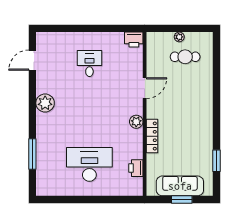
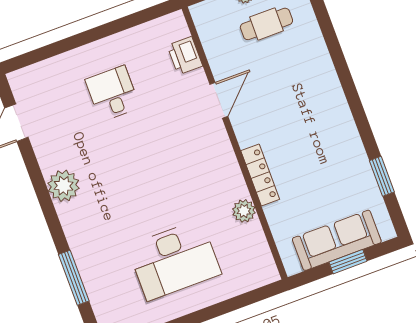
printer: (134, 39) -> (185, 56), moved, turned 90
plant: (136, 122) -> (244, 211), moved
desk: (89, 164) -> (174, 260), turned 180
printer: (136, 168) -> (253, 238), removed

